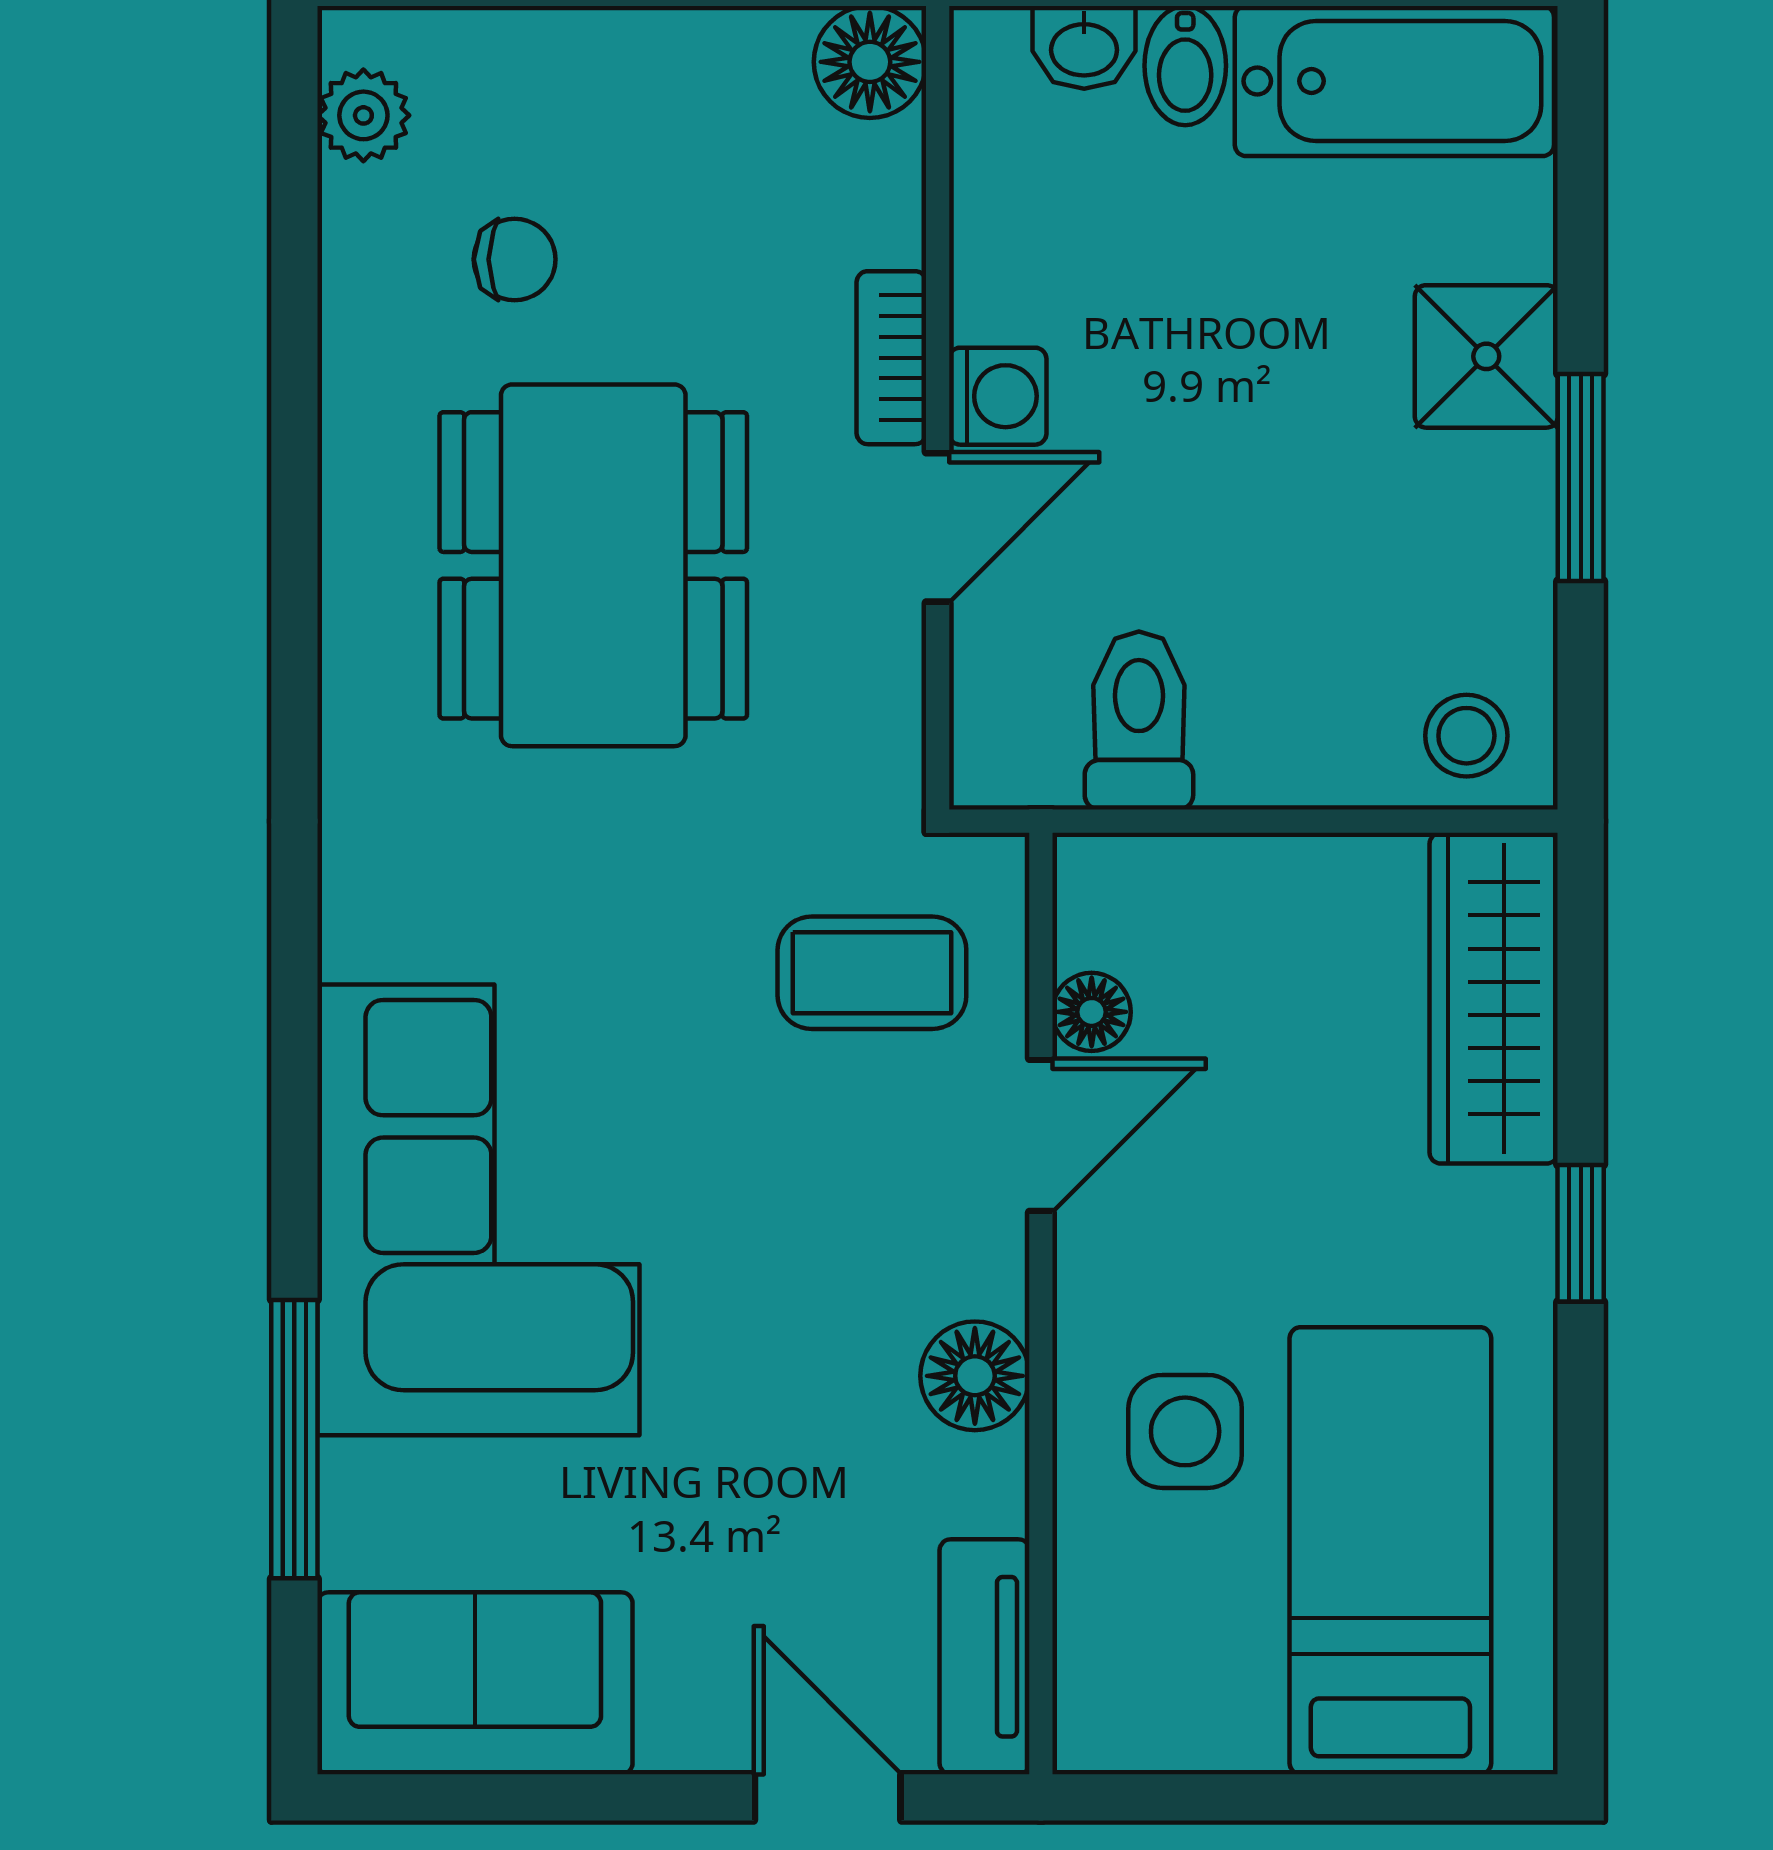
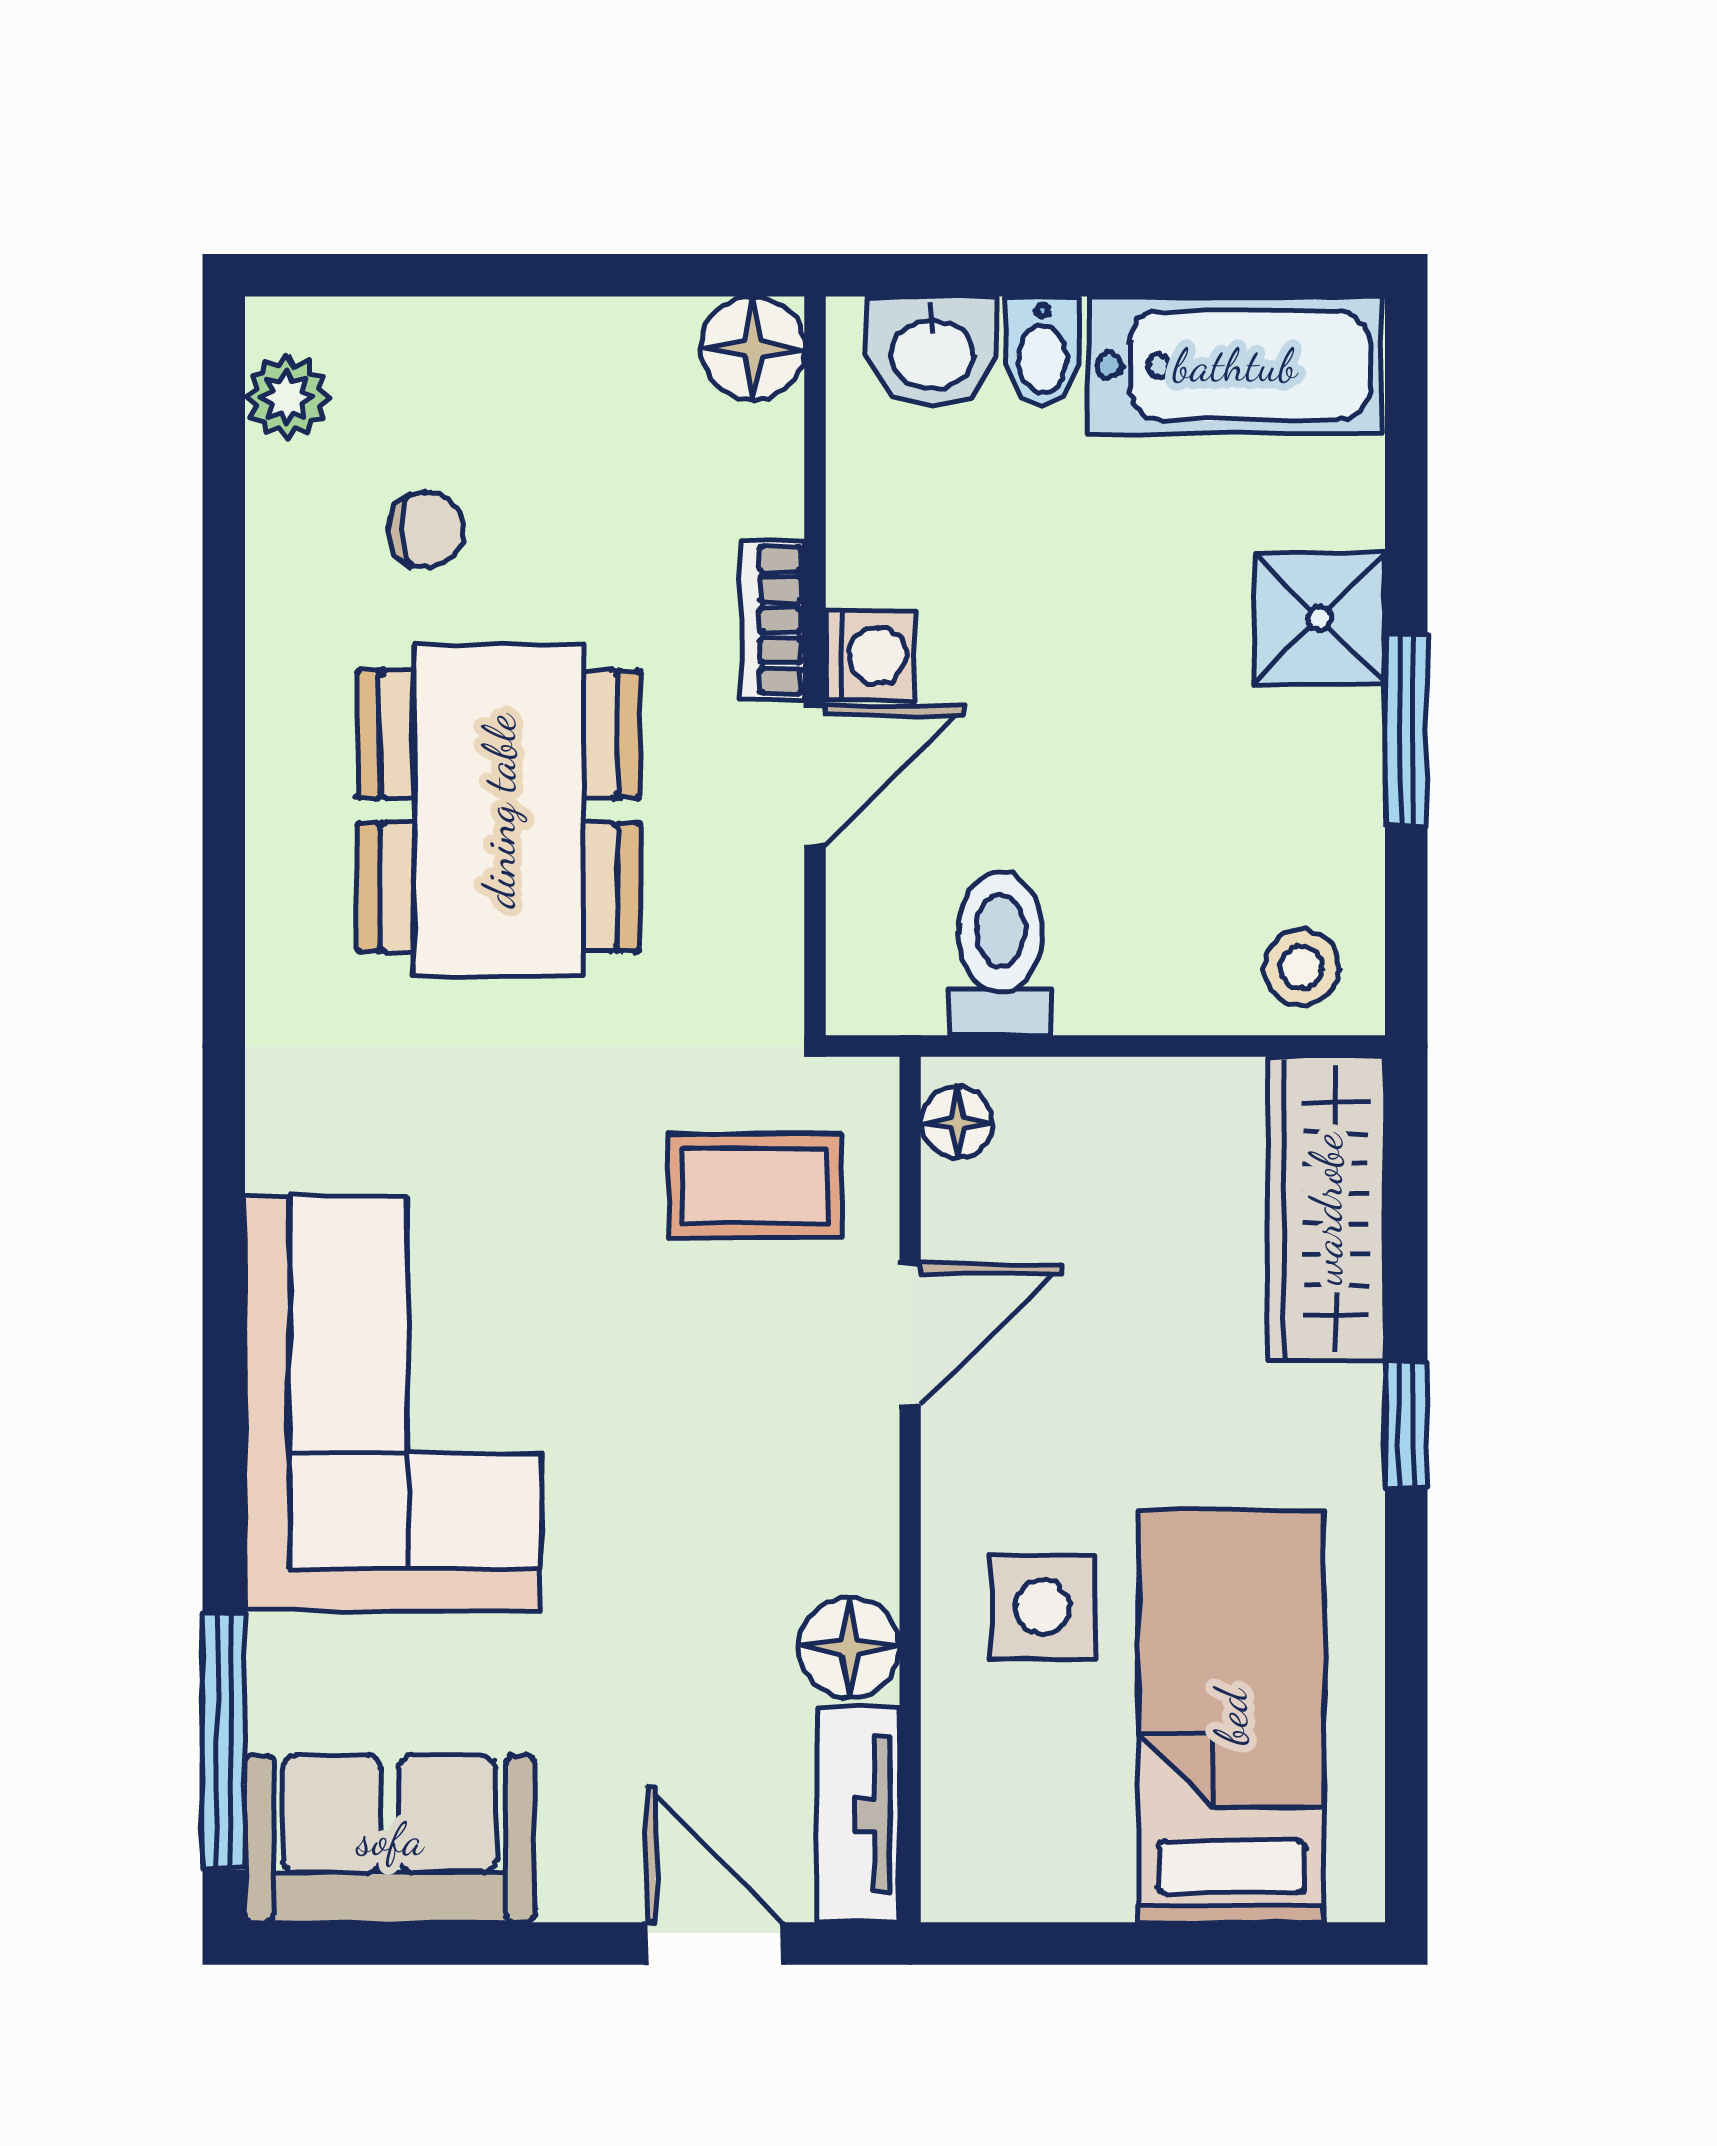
washbasin: (1084, 47) -> (932, 352), width x1.38, depth x1.45
floor lamp: (1092, 1012) -> (957, 1122), moved
floor lamp: (975, 1376) -> (849, 1648), moved
window: (294, 1439) -> (224, 1741), moved

